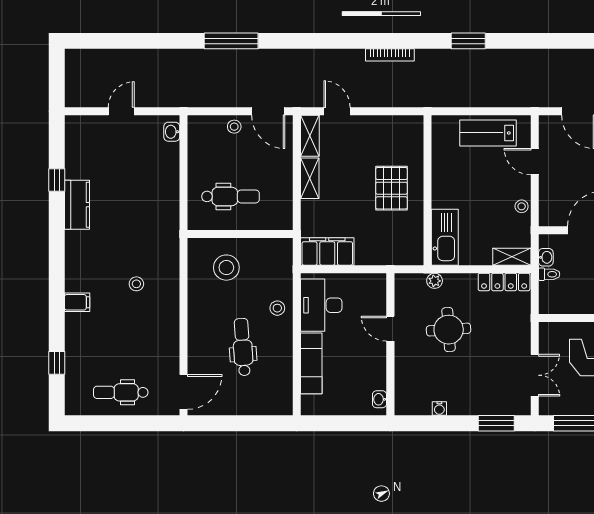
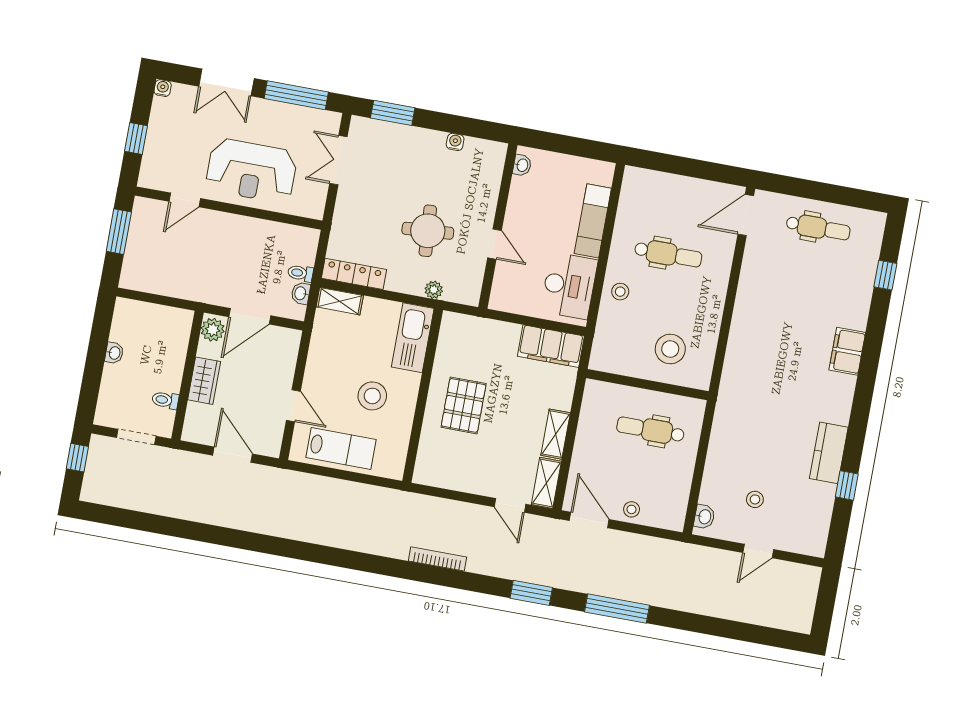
window: (468, 41) -> (531, 593), moved
stool: (522, 206) -> (372, 396), moved, width x1.89, depth x1.89
stool: (136, 284) -> (755, 499), moved
filing cabinet: (77, 302) -> (847, 351), width x2.00
dental chair: (243, 347) -> (668, 254), turned -86

